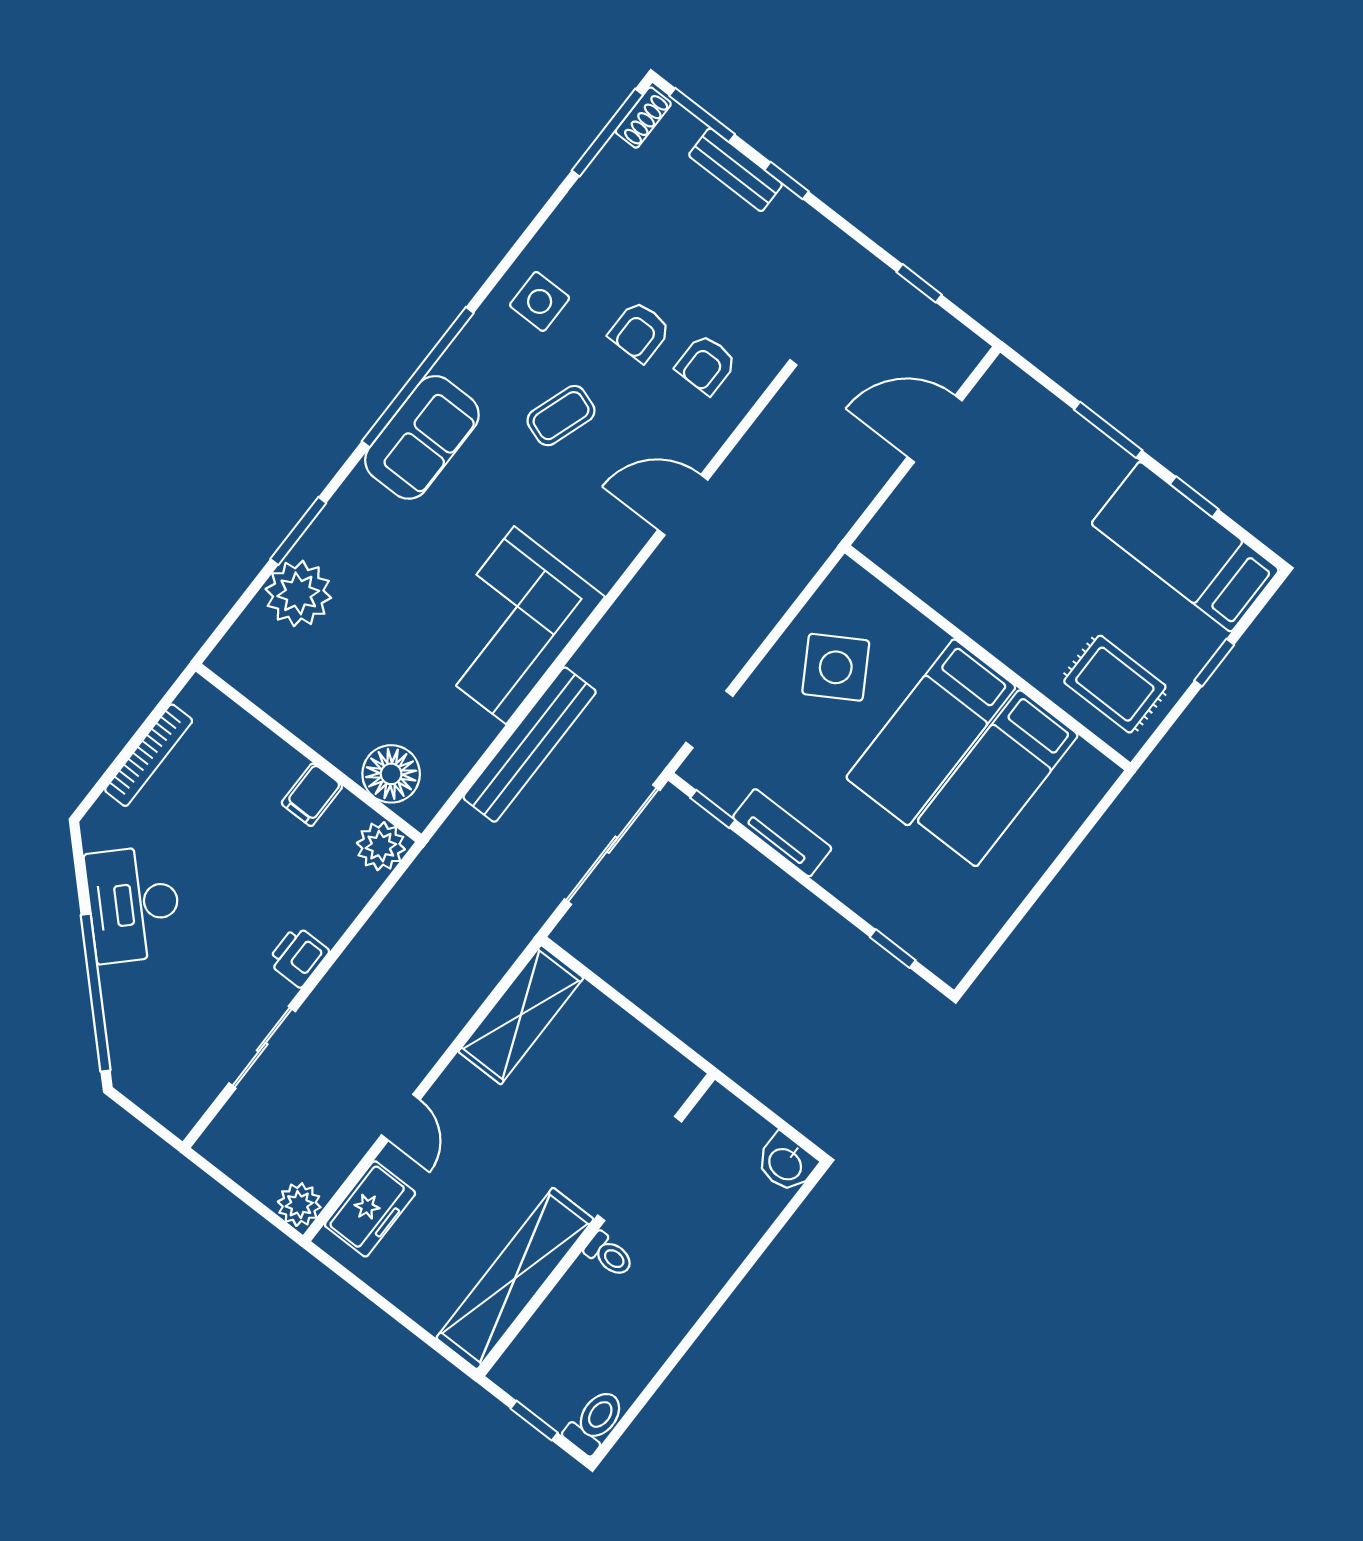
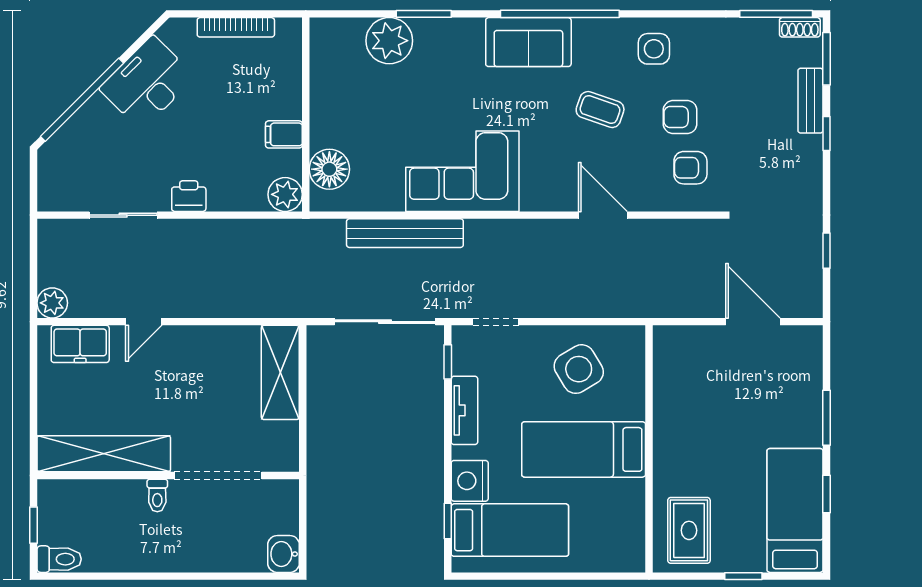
bed: (998, 778) -> (510, 530), moved, turned 180
nightstand: (867, 889) -> (470, 481), added
shelving: (521, 1015) -> (280, 372), moved, turned 90

